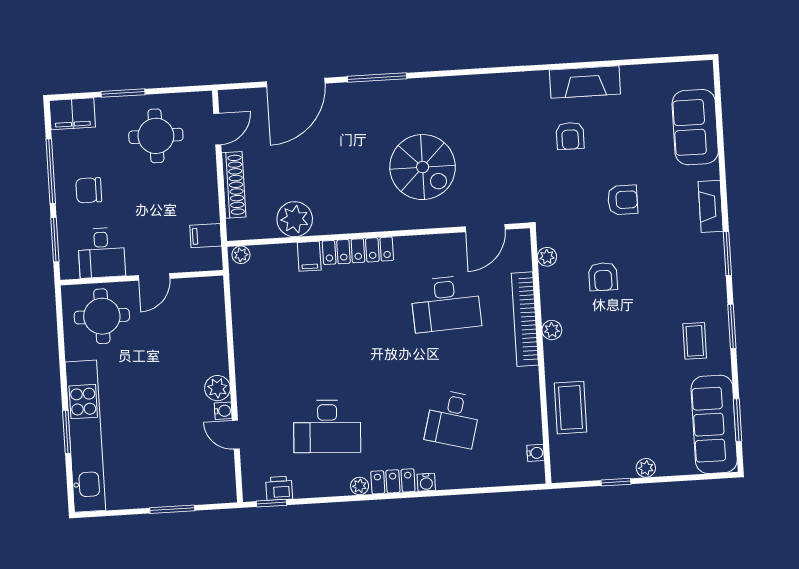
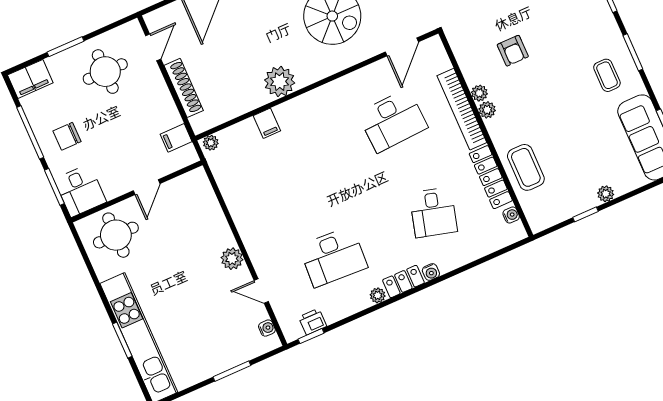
plant: (295, 219) -> (280, 82), moved
locker: (358, 251) -> (491, 177), moved, turned 90
desk: (102, 253) -> (80, 191), moved
plant: (547, 257) -> (479, 93), moved
water cooler: (223, 411) -> (267, 328), moved

